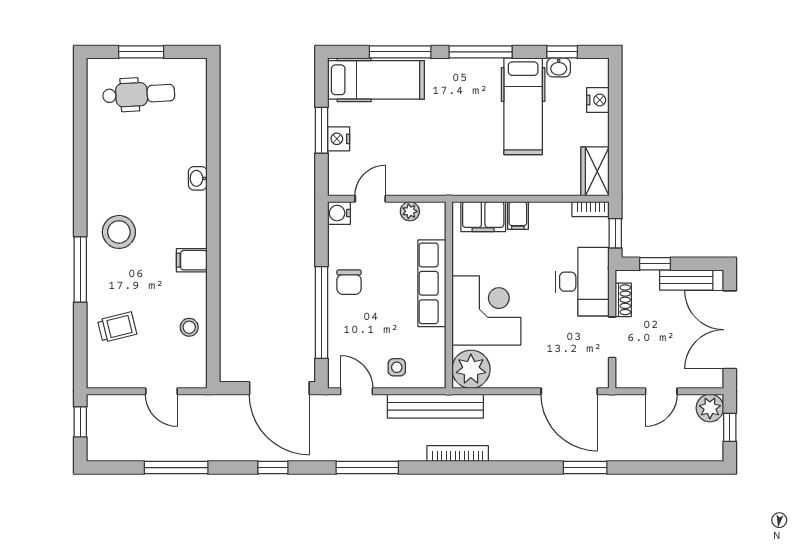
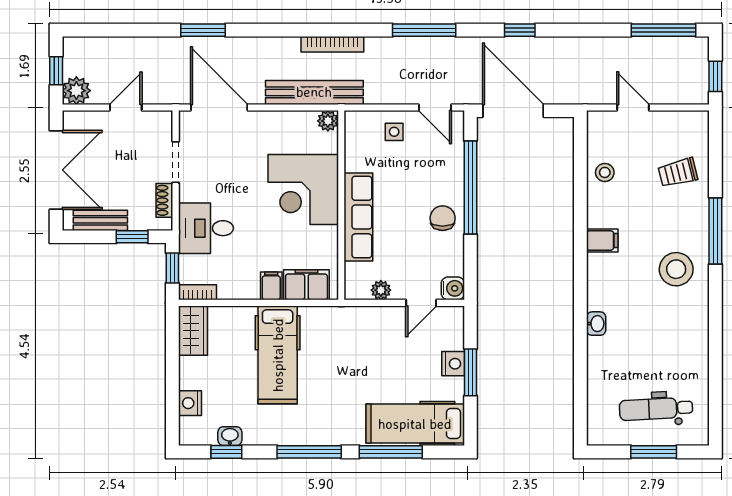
hospital bed: (523, 106) -> (278, 355), moved, turned 180
desk: (582, 282) -> (206, 228), width x0.73
plant: (471, 369) -> (328, 121), width x0.53, depth x0.53
bench: (435, 406) -> (314, 92), moved
window: (176, 468) -> (664, 30), moved

